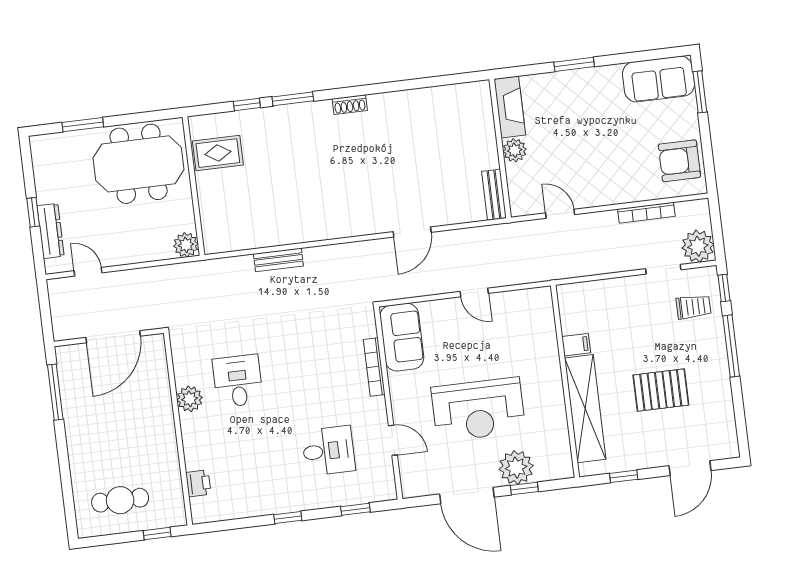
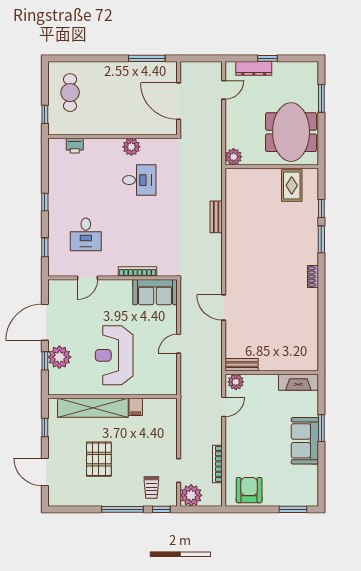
sofa: (658, 79) -> (305, 441), moved
plant: (515, 150) -> (236, 382), moved
reception desk: (478, 409) -> (114, 355), moved

